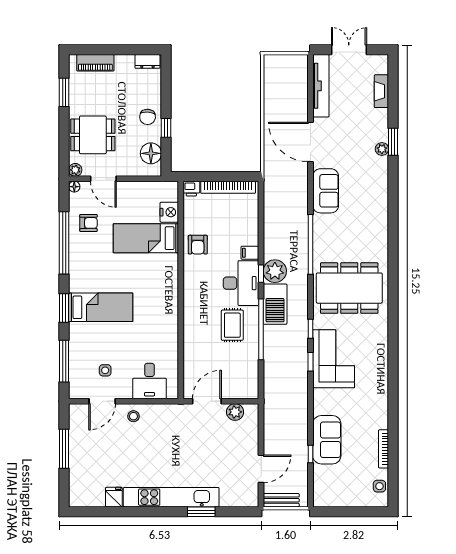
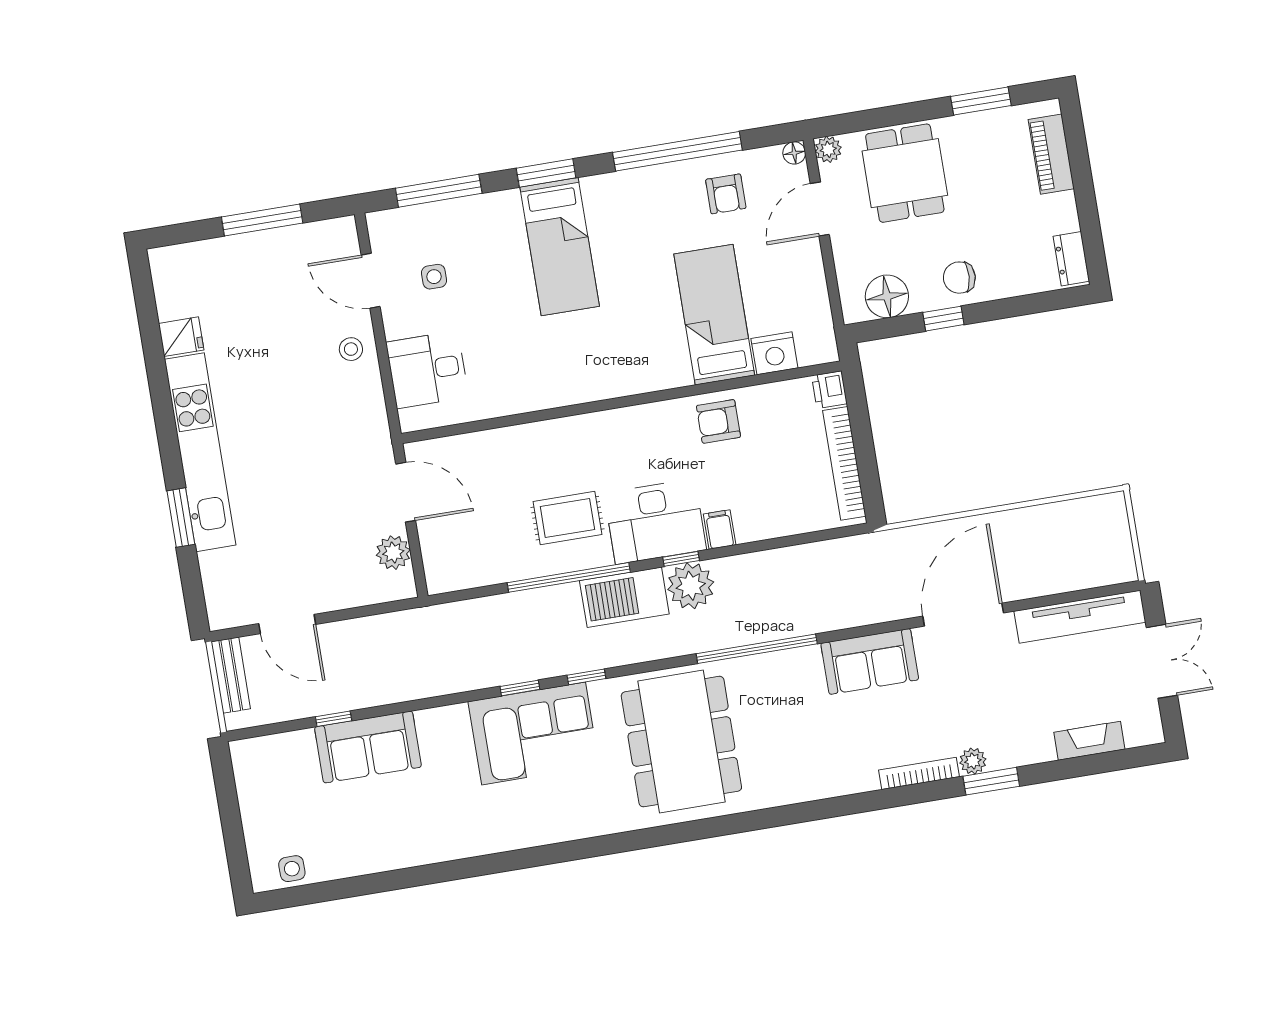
bookcase: (384, 449) -> (919, 773), moved

